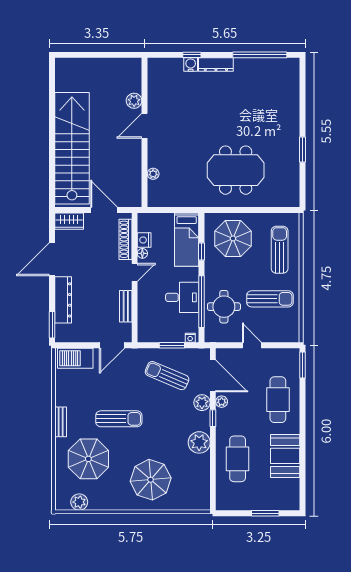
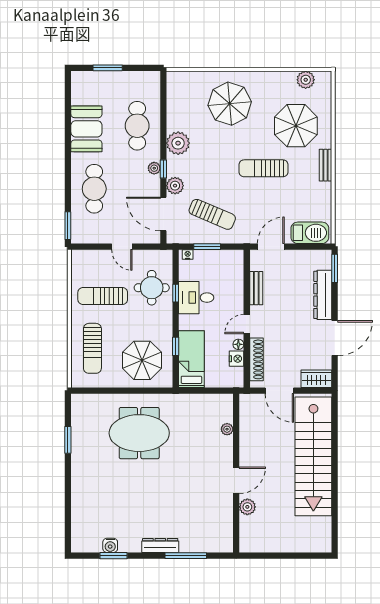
window: (192, 55) -> (186, 556), width x2.17
window: (260, 55) -> (114, 556), width x0.47
water cooler: (191, 65) -> (110, 545), moved
window: (303, 149) -> (68, 440), moved
window: (201, 302) -> (176, 293), width x0.32
plant: (222, 402) -> (154, 168), moved

